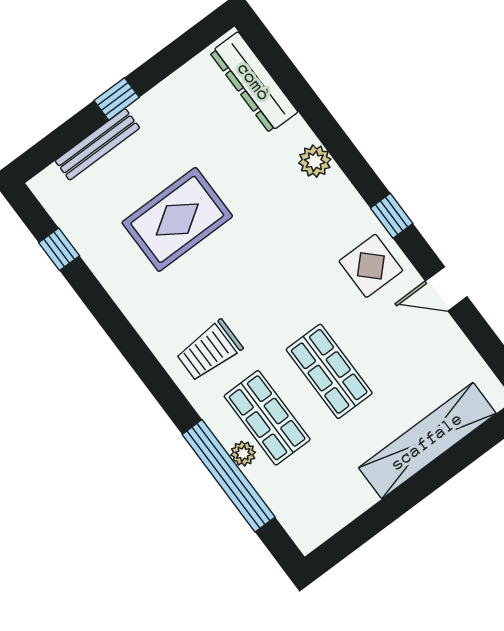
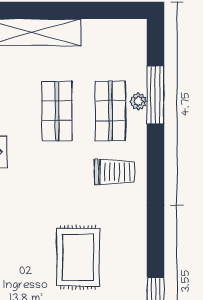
rug: (177, 219) -> (78, 257), turned 90
window: (229, 476) -> (156, 95), width x0.68

